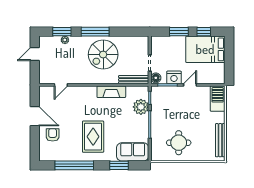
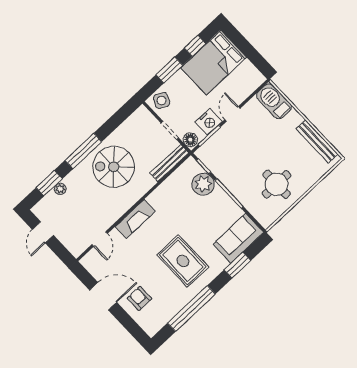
side table: (160, 44) -> (162, 101), added
spiral stairs: (103, 55) -> (114, 167), turned 90
fireplace: (111, 92) -> (135, 219), moved

